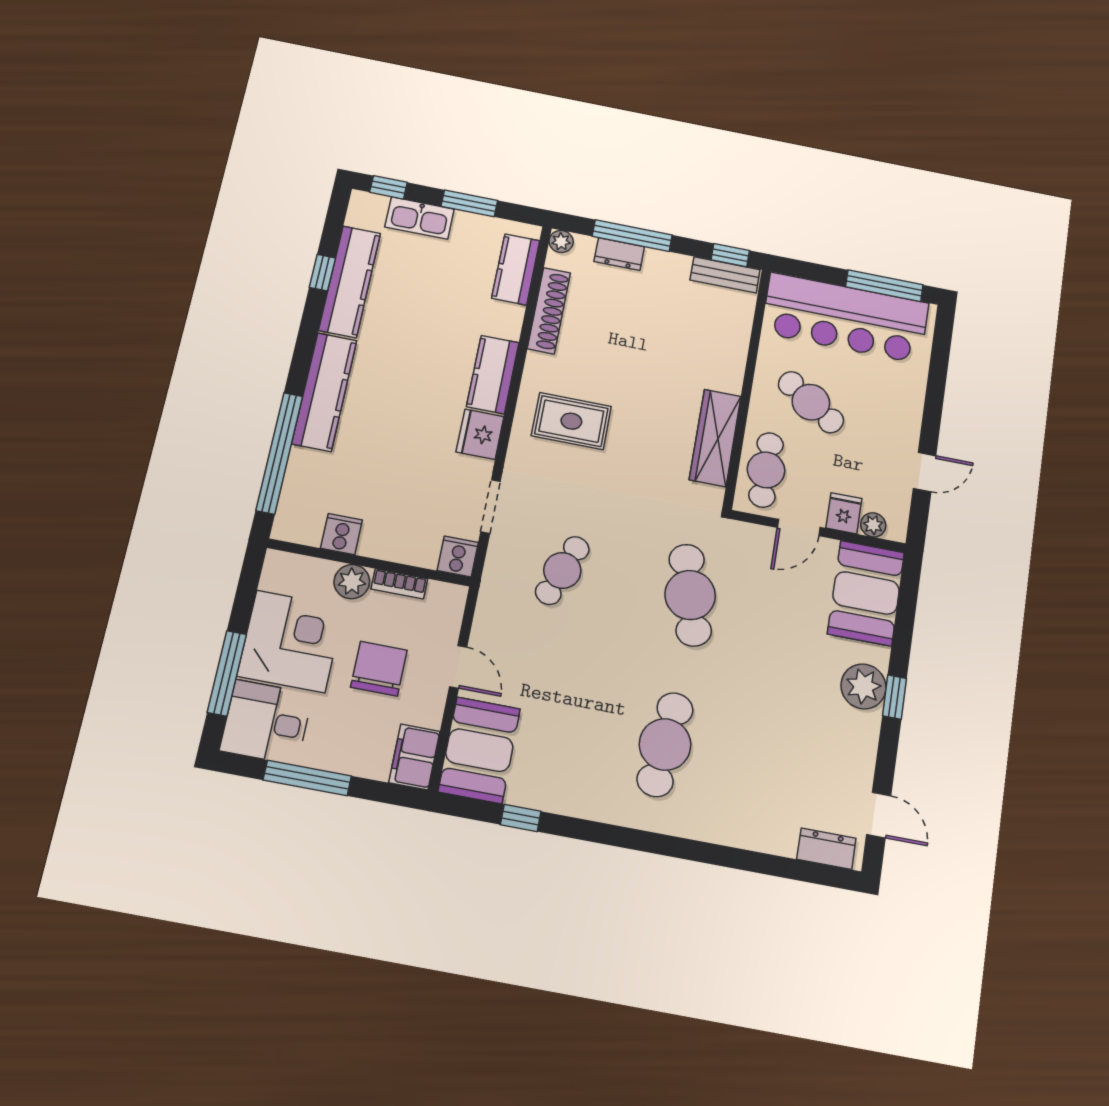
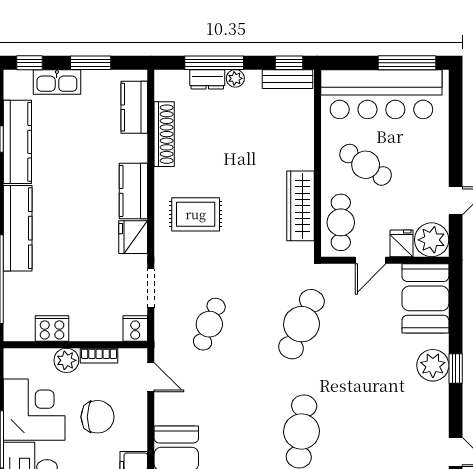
plant: (561, 241) -> (235, 78), moved
plant: (873, 525) -> (432, 240), width x1.87, depth x1.87
cooker: (341, 534) -> (52, 328), width x1.36
cafe table: (690, 595) -> (301, 324), turned 39
door: (458, 667) -> (151, 377), moved
chair: (379, 669) -> (98, 417), turned 90

